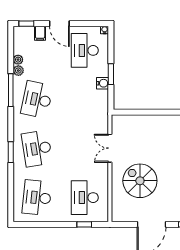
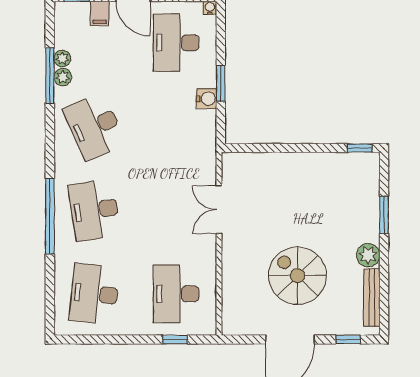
window: (11, 90) -> (50, 76), moved
desk: (37, 99) -> (94, 126), turned -36
window: (11, 152) -> (50, 216), width x2.11
spiral stairs: (140, 181) -> (297, 276), moved

